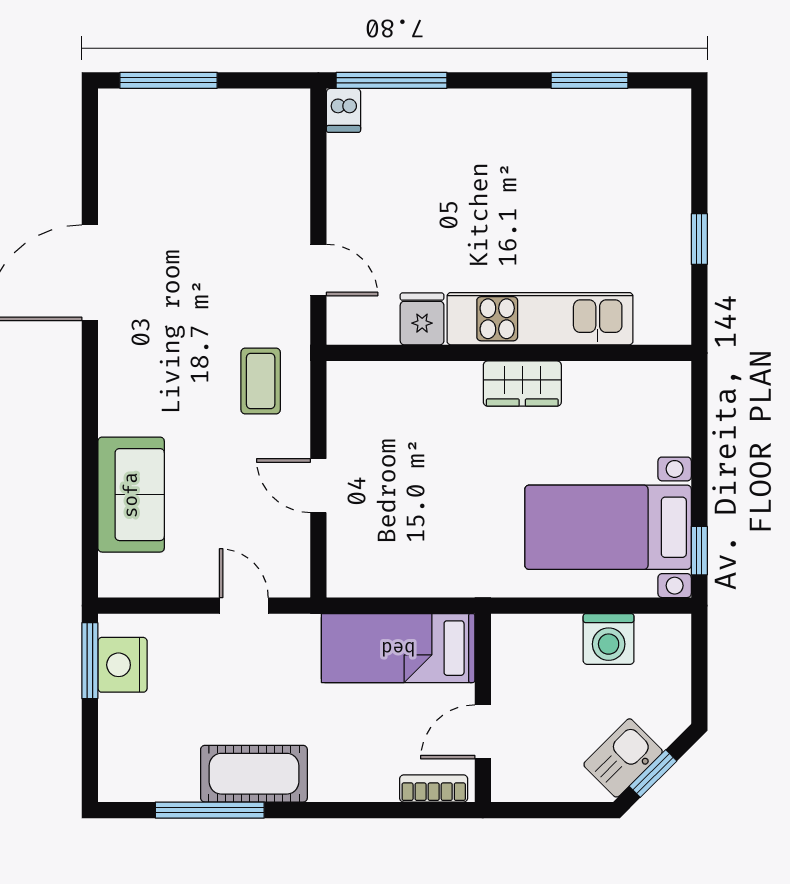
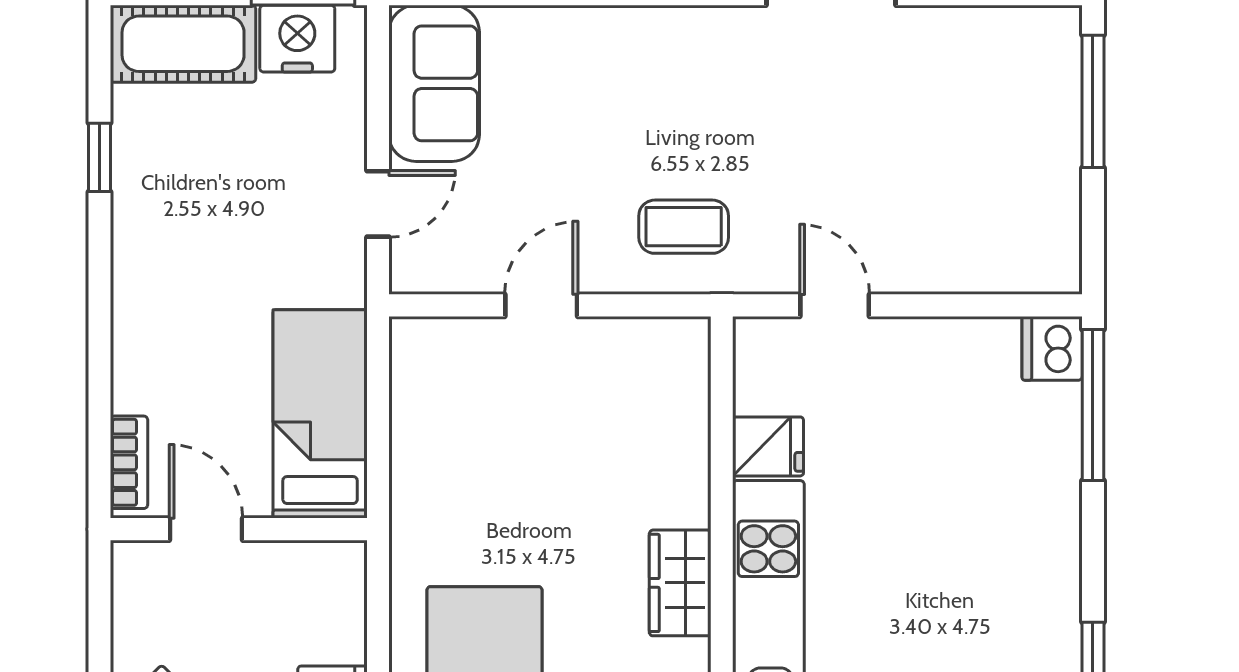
dishwasher: (343, 110) -> (1052, 348), width x1.38
door: (318, 270) -> (835, 305), swing flipped
sofa: (131, 495) -> (434, 83), moved, turned -90
cot: (254, 774) -> (183, 44), moved, turned 90
window: (210, 810) -> (100, 157), width x0.46

